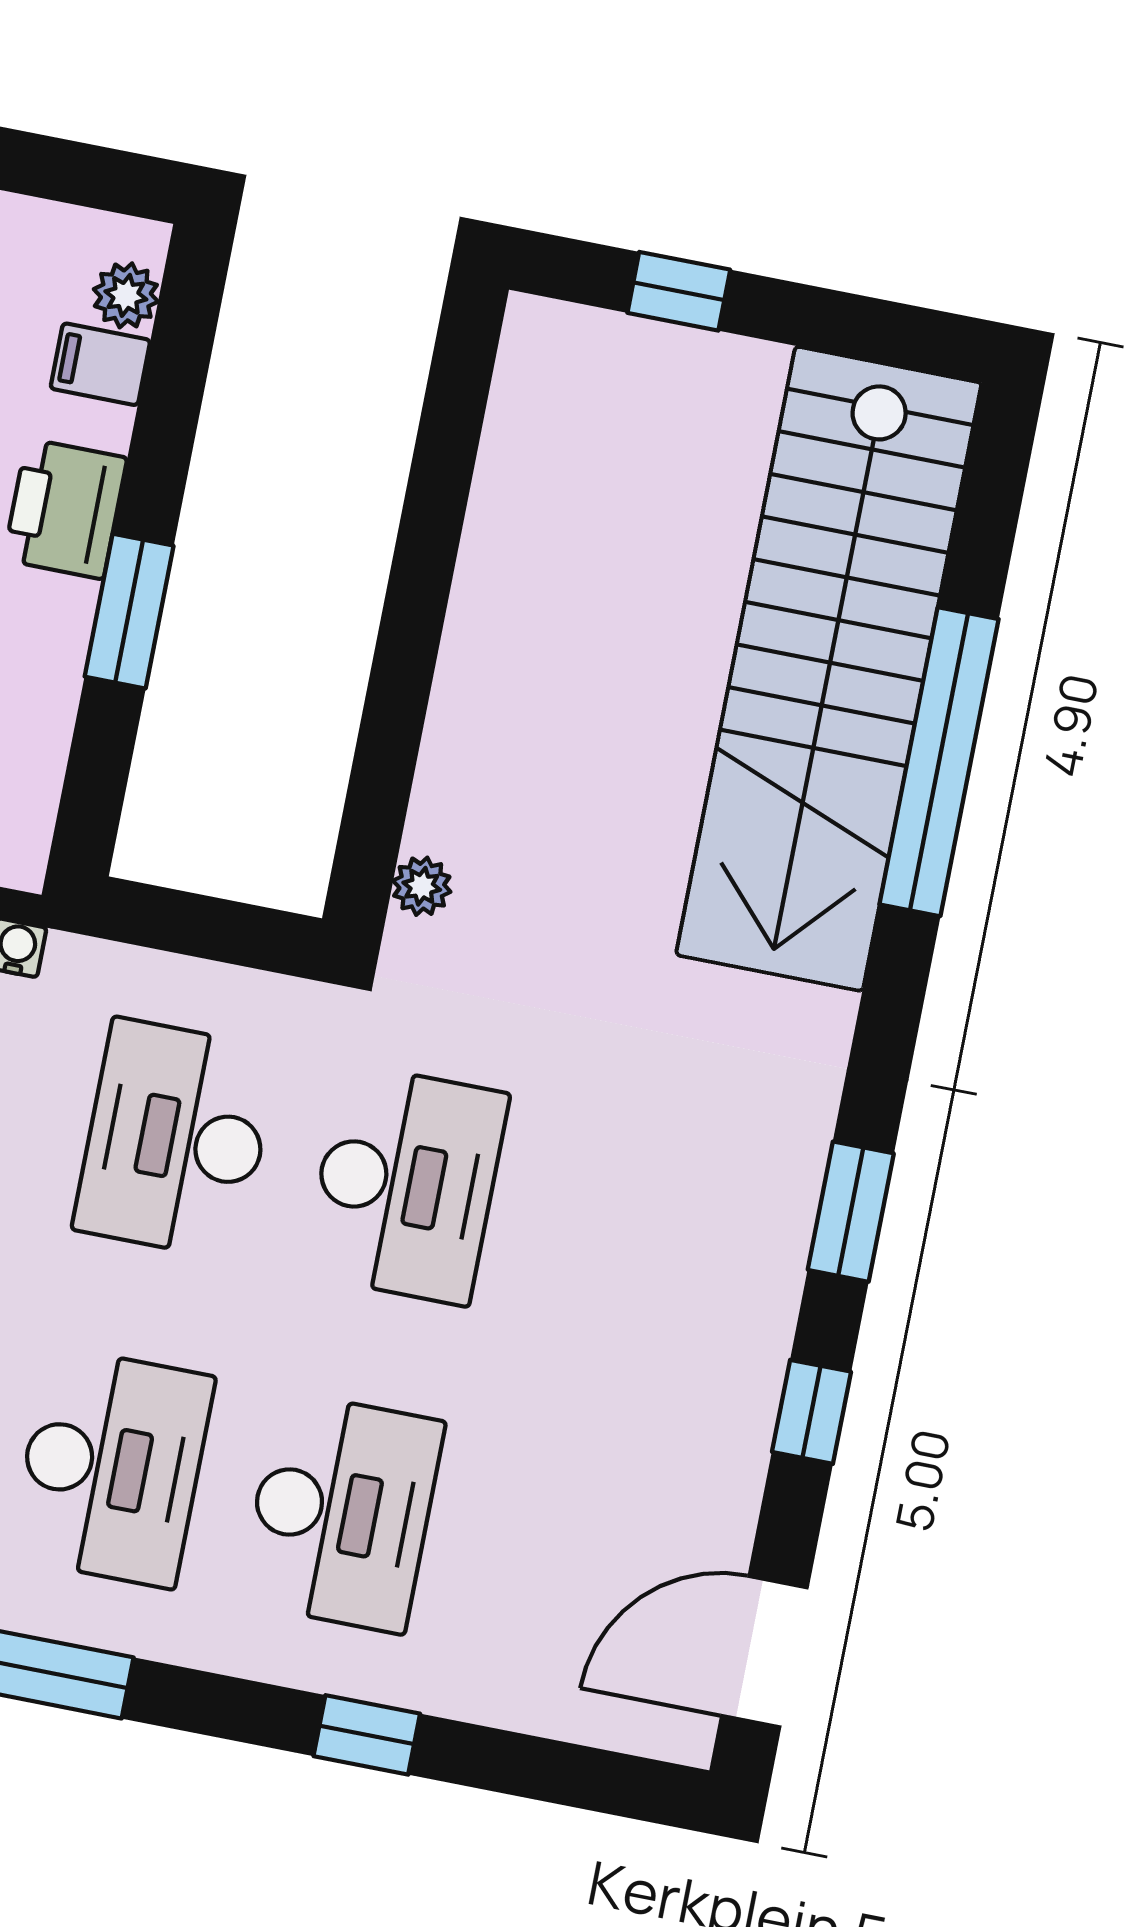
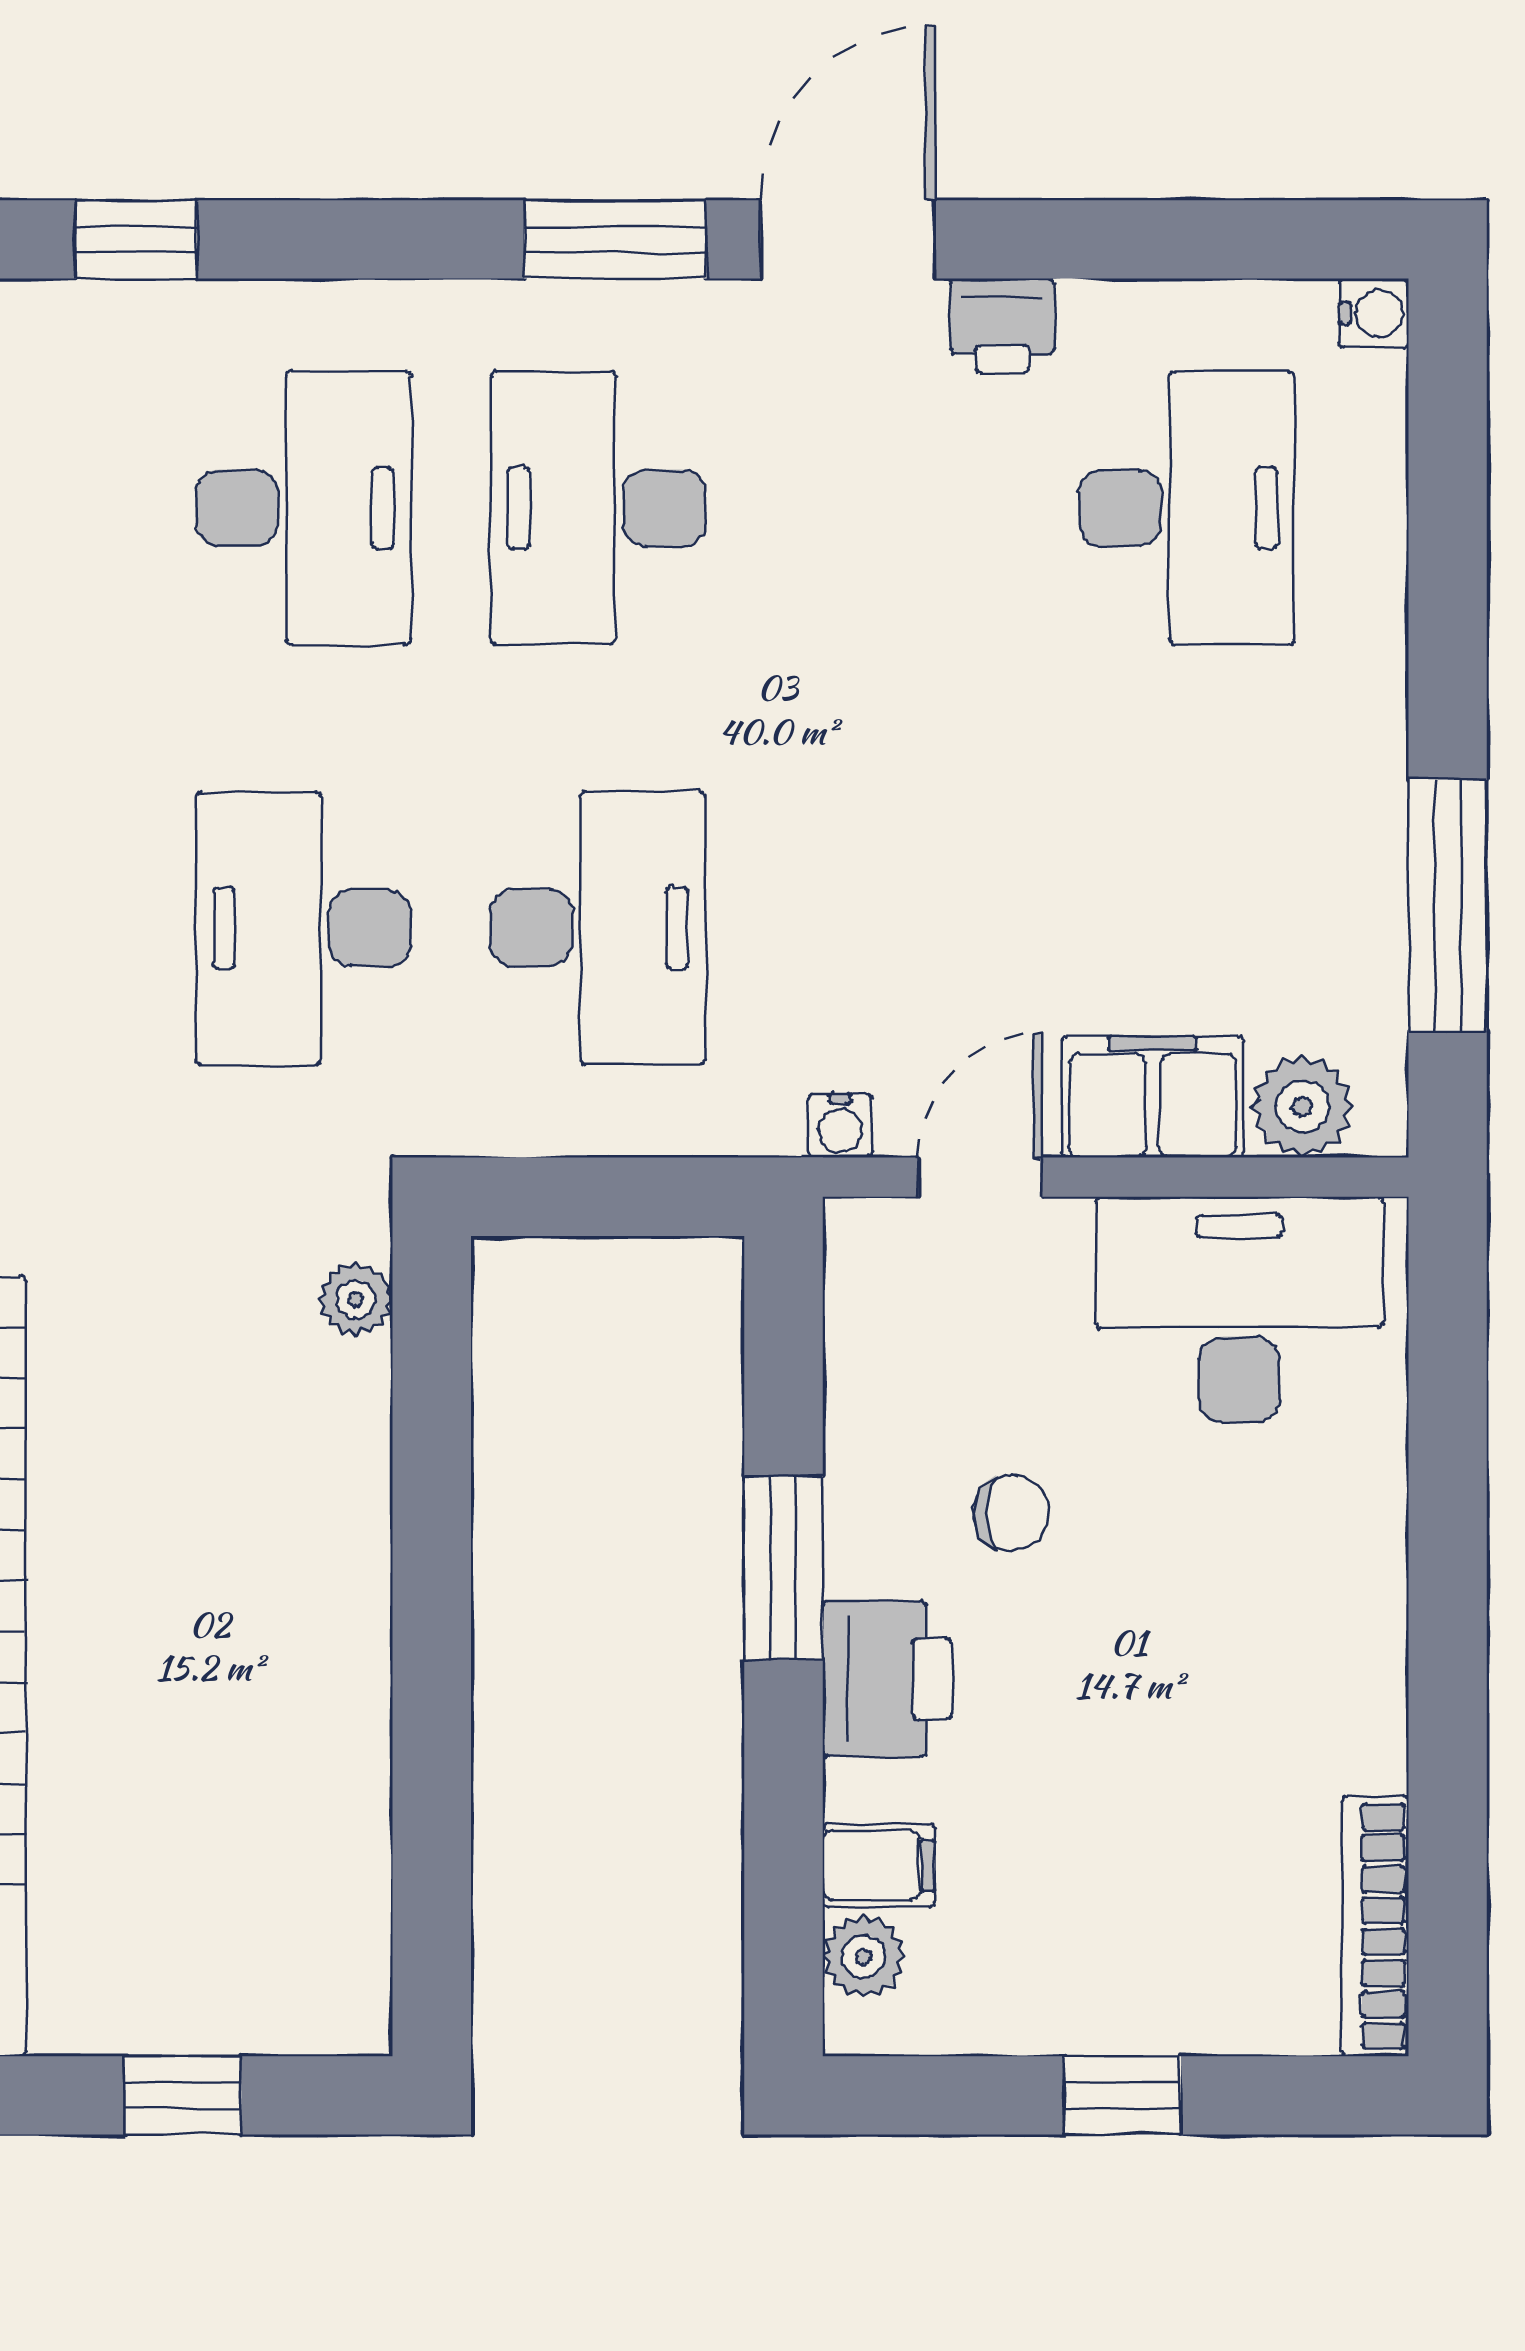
desk: (342, 1512) -> (303, 508), turned 180
window: (367, 1735) -> (136, 239), moved

